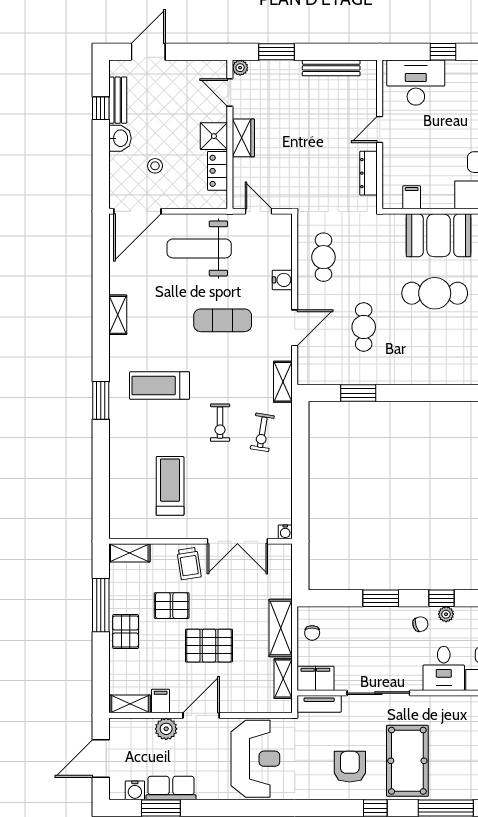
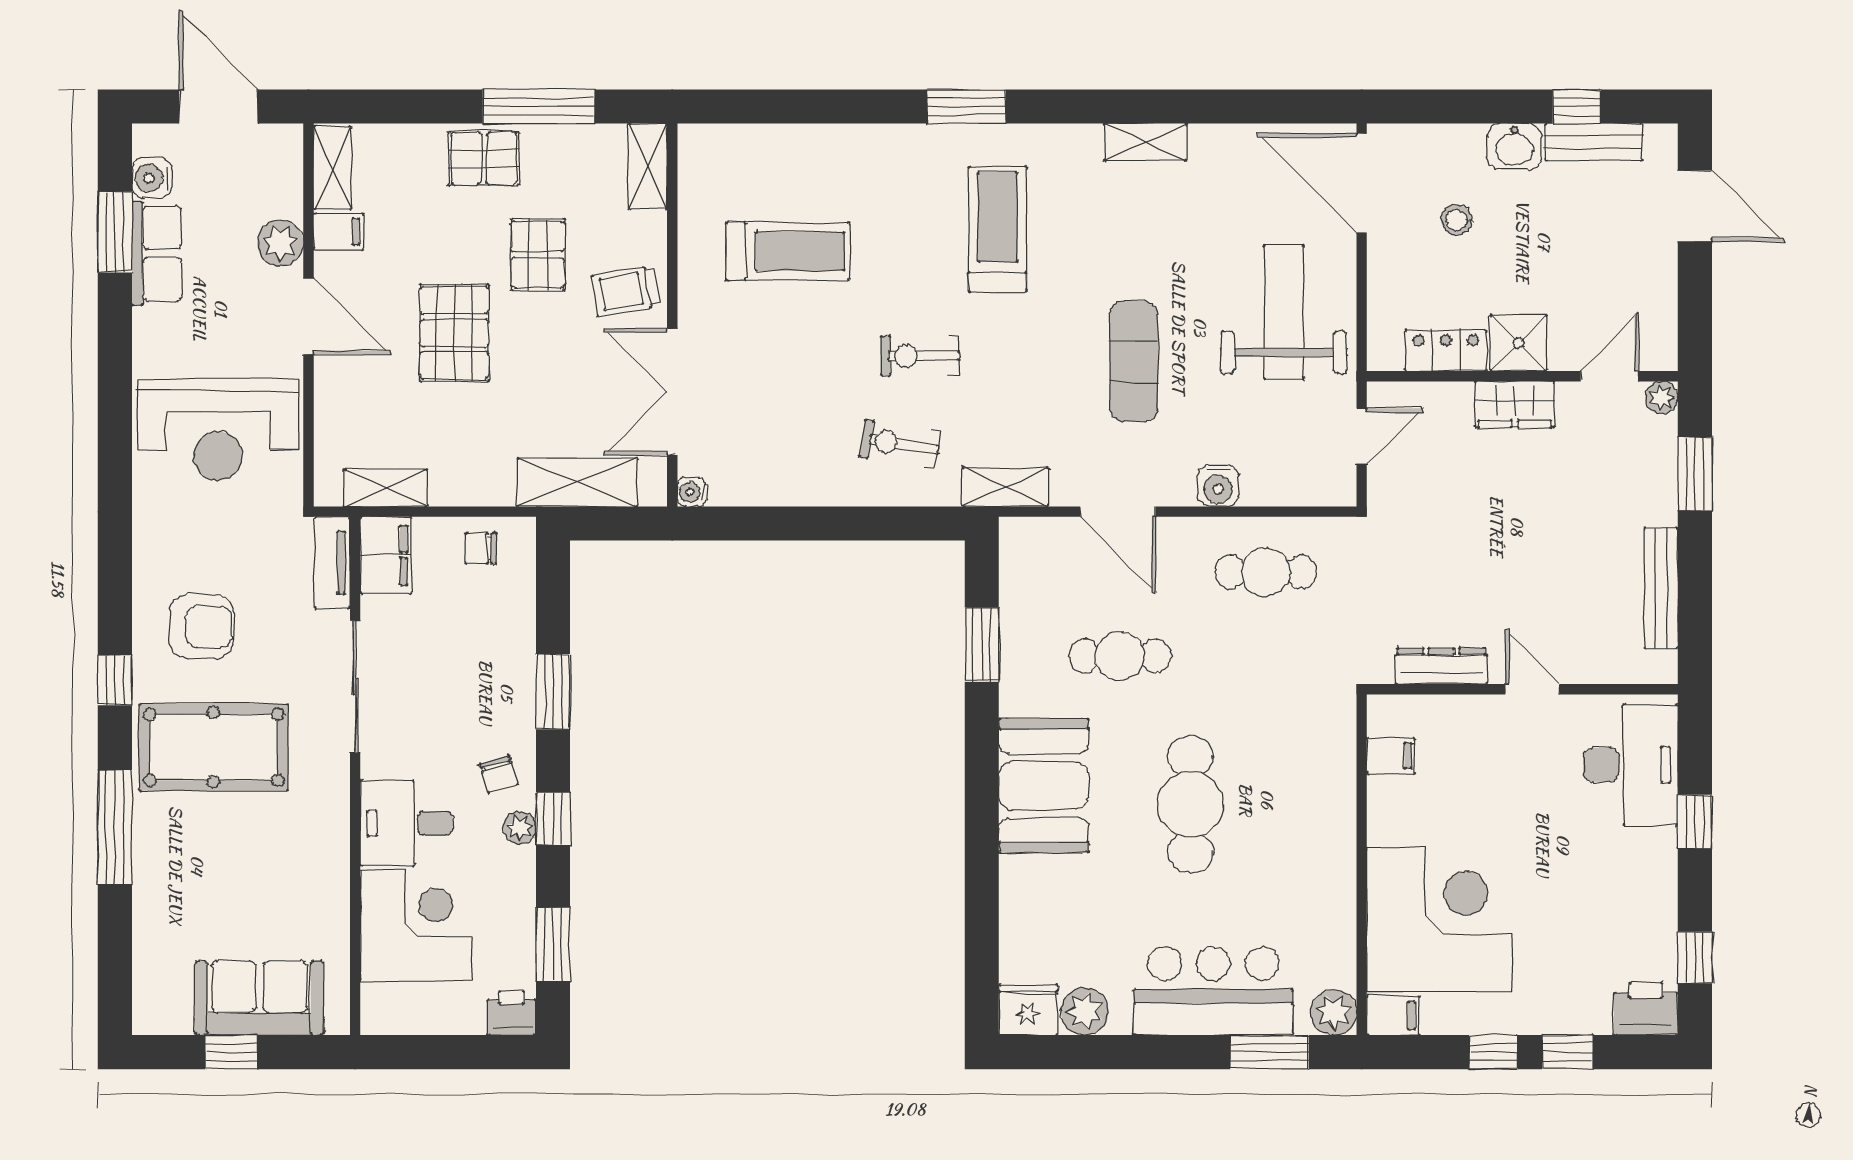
booth: (439, 235) -> (1044, 786), moved
shelving: (281, 628) -> (577, 482), moved

